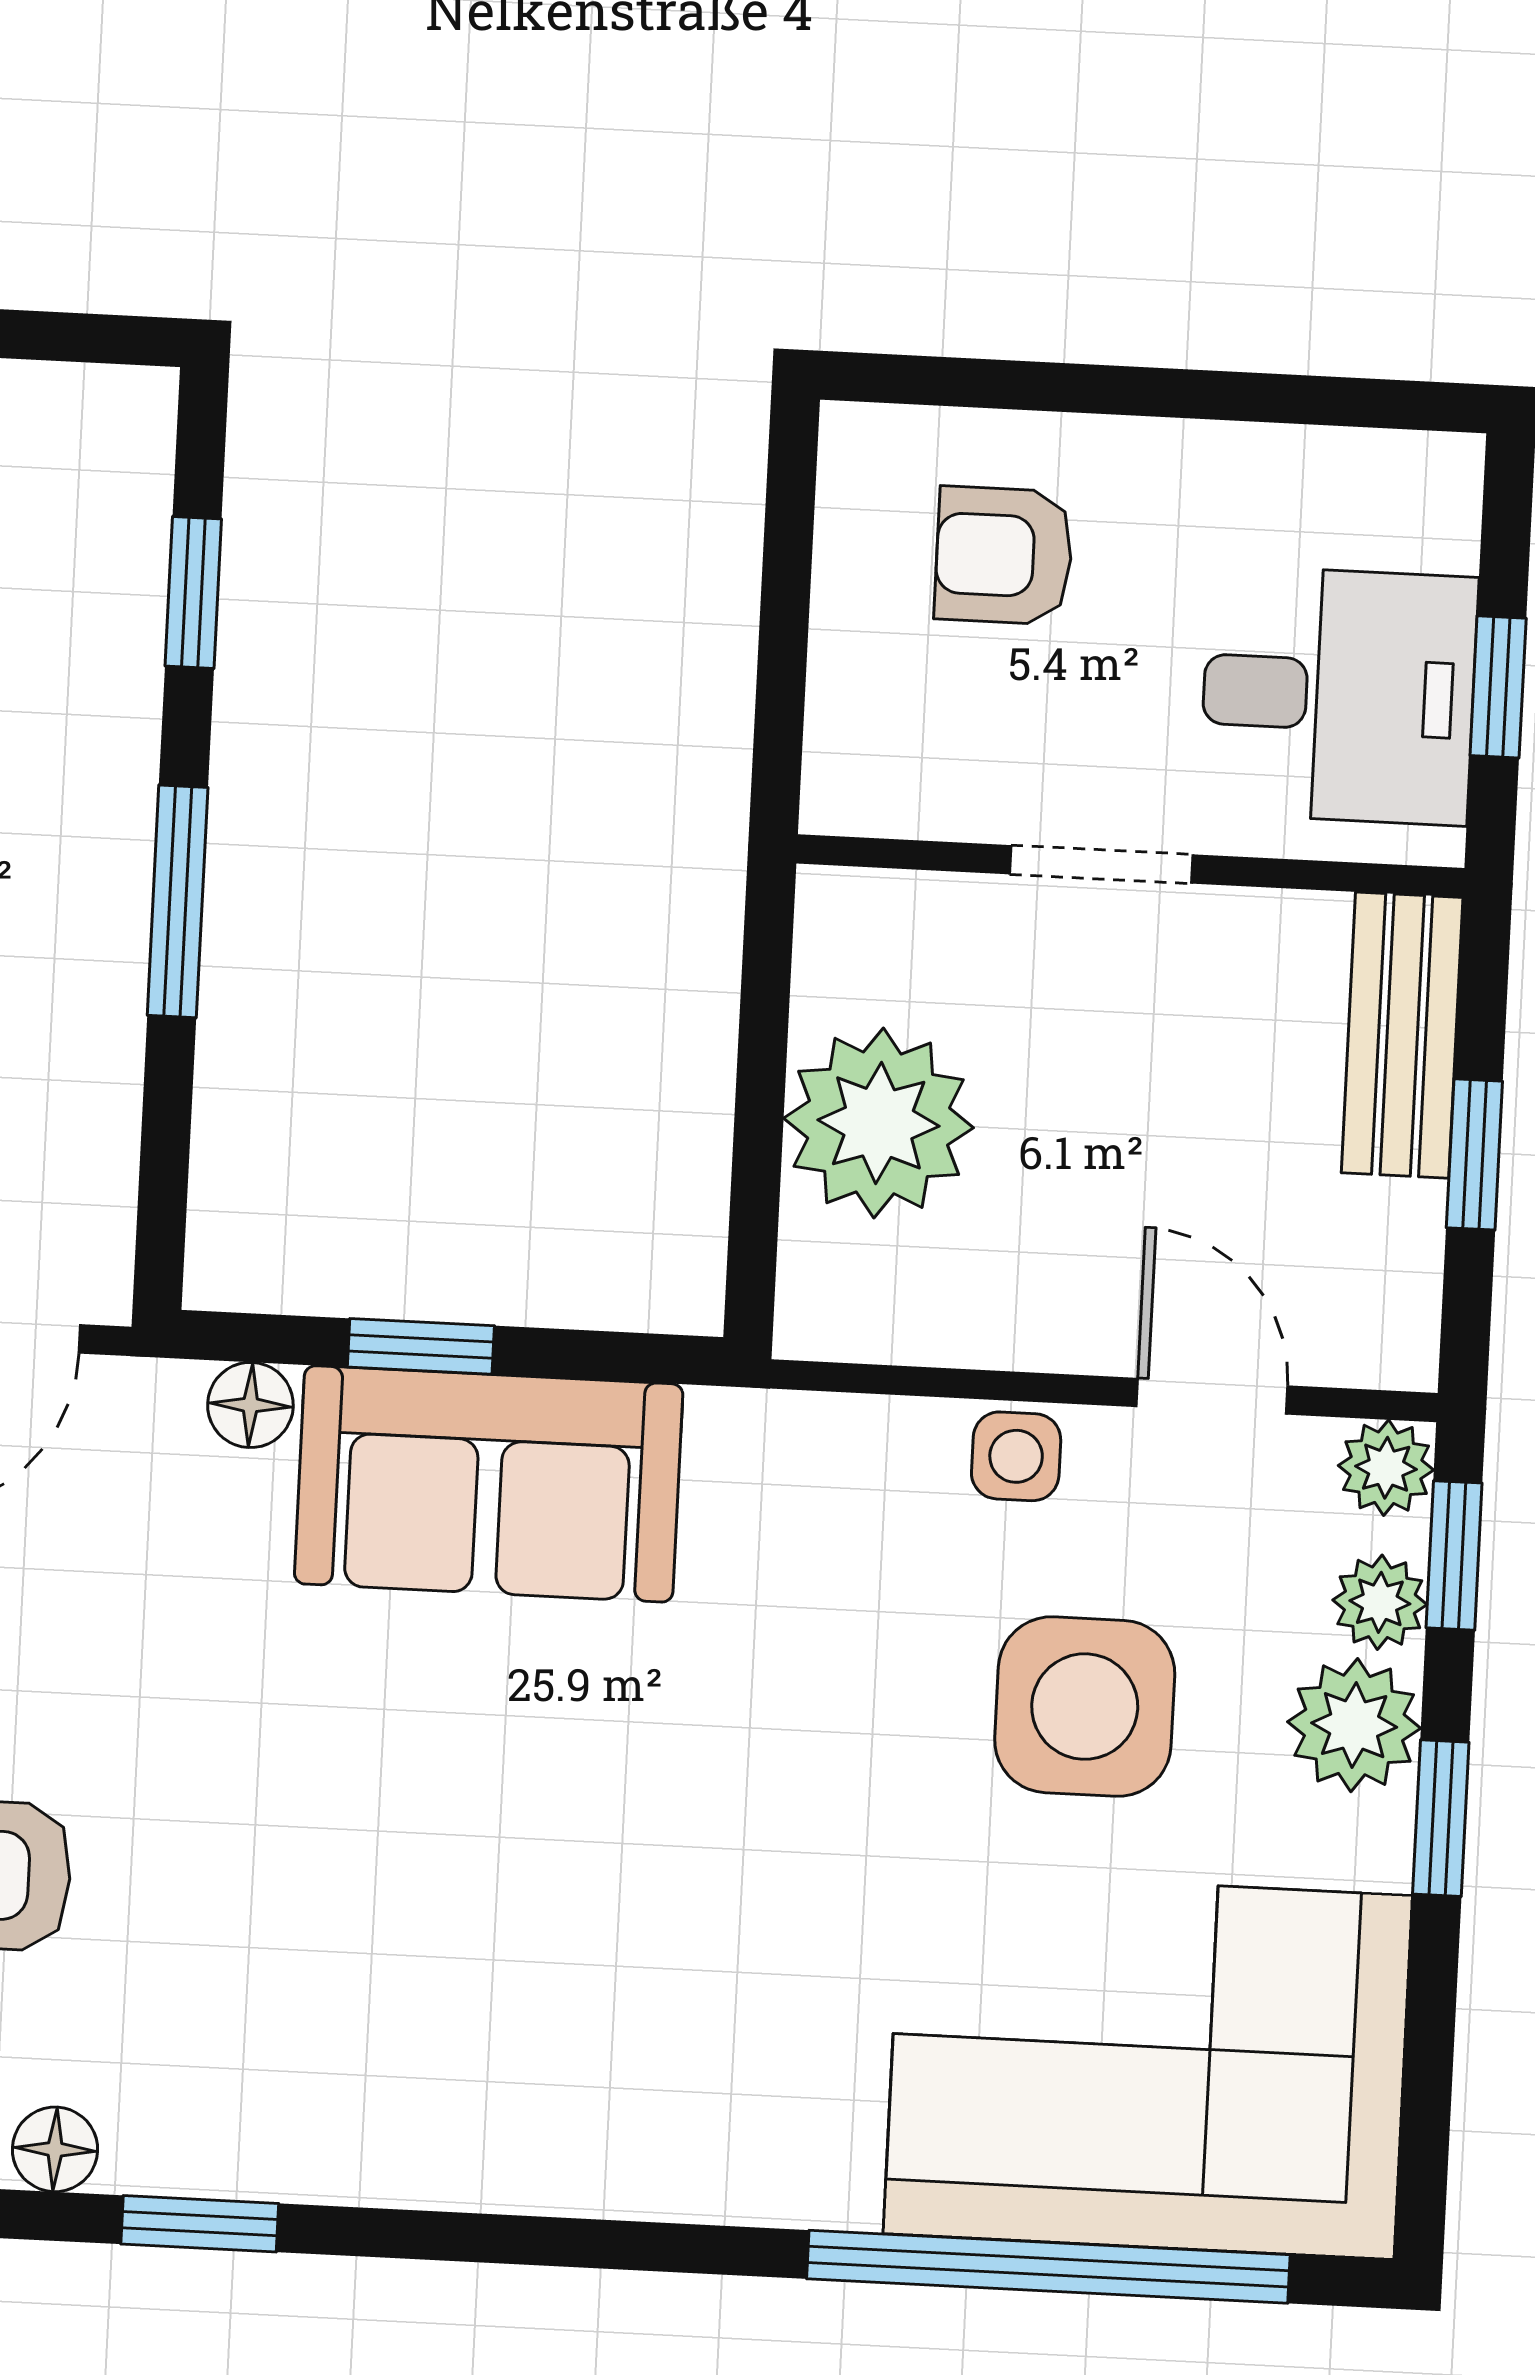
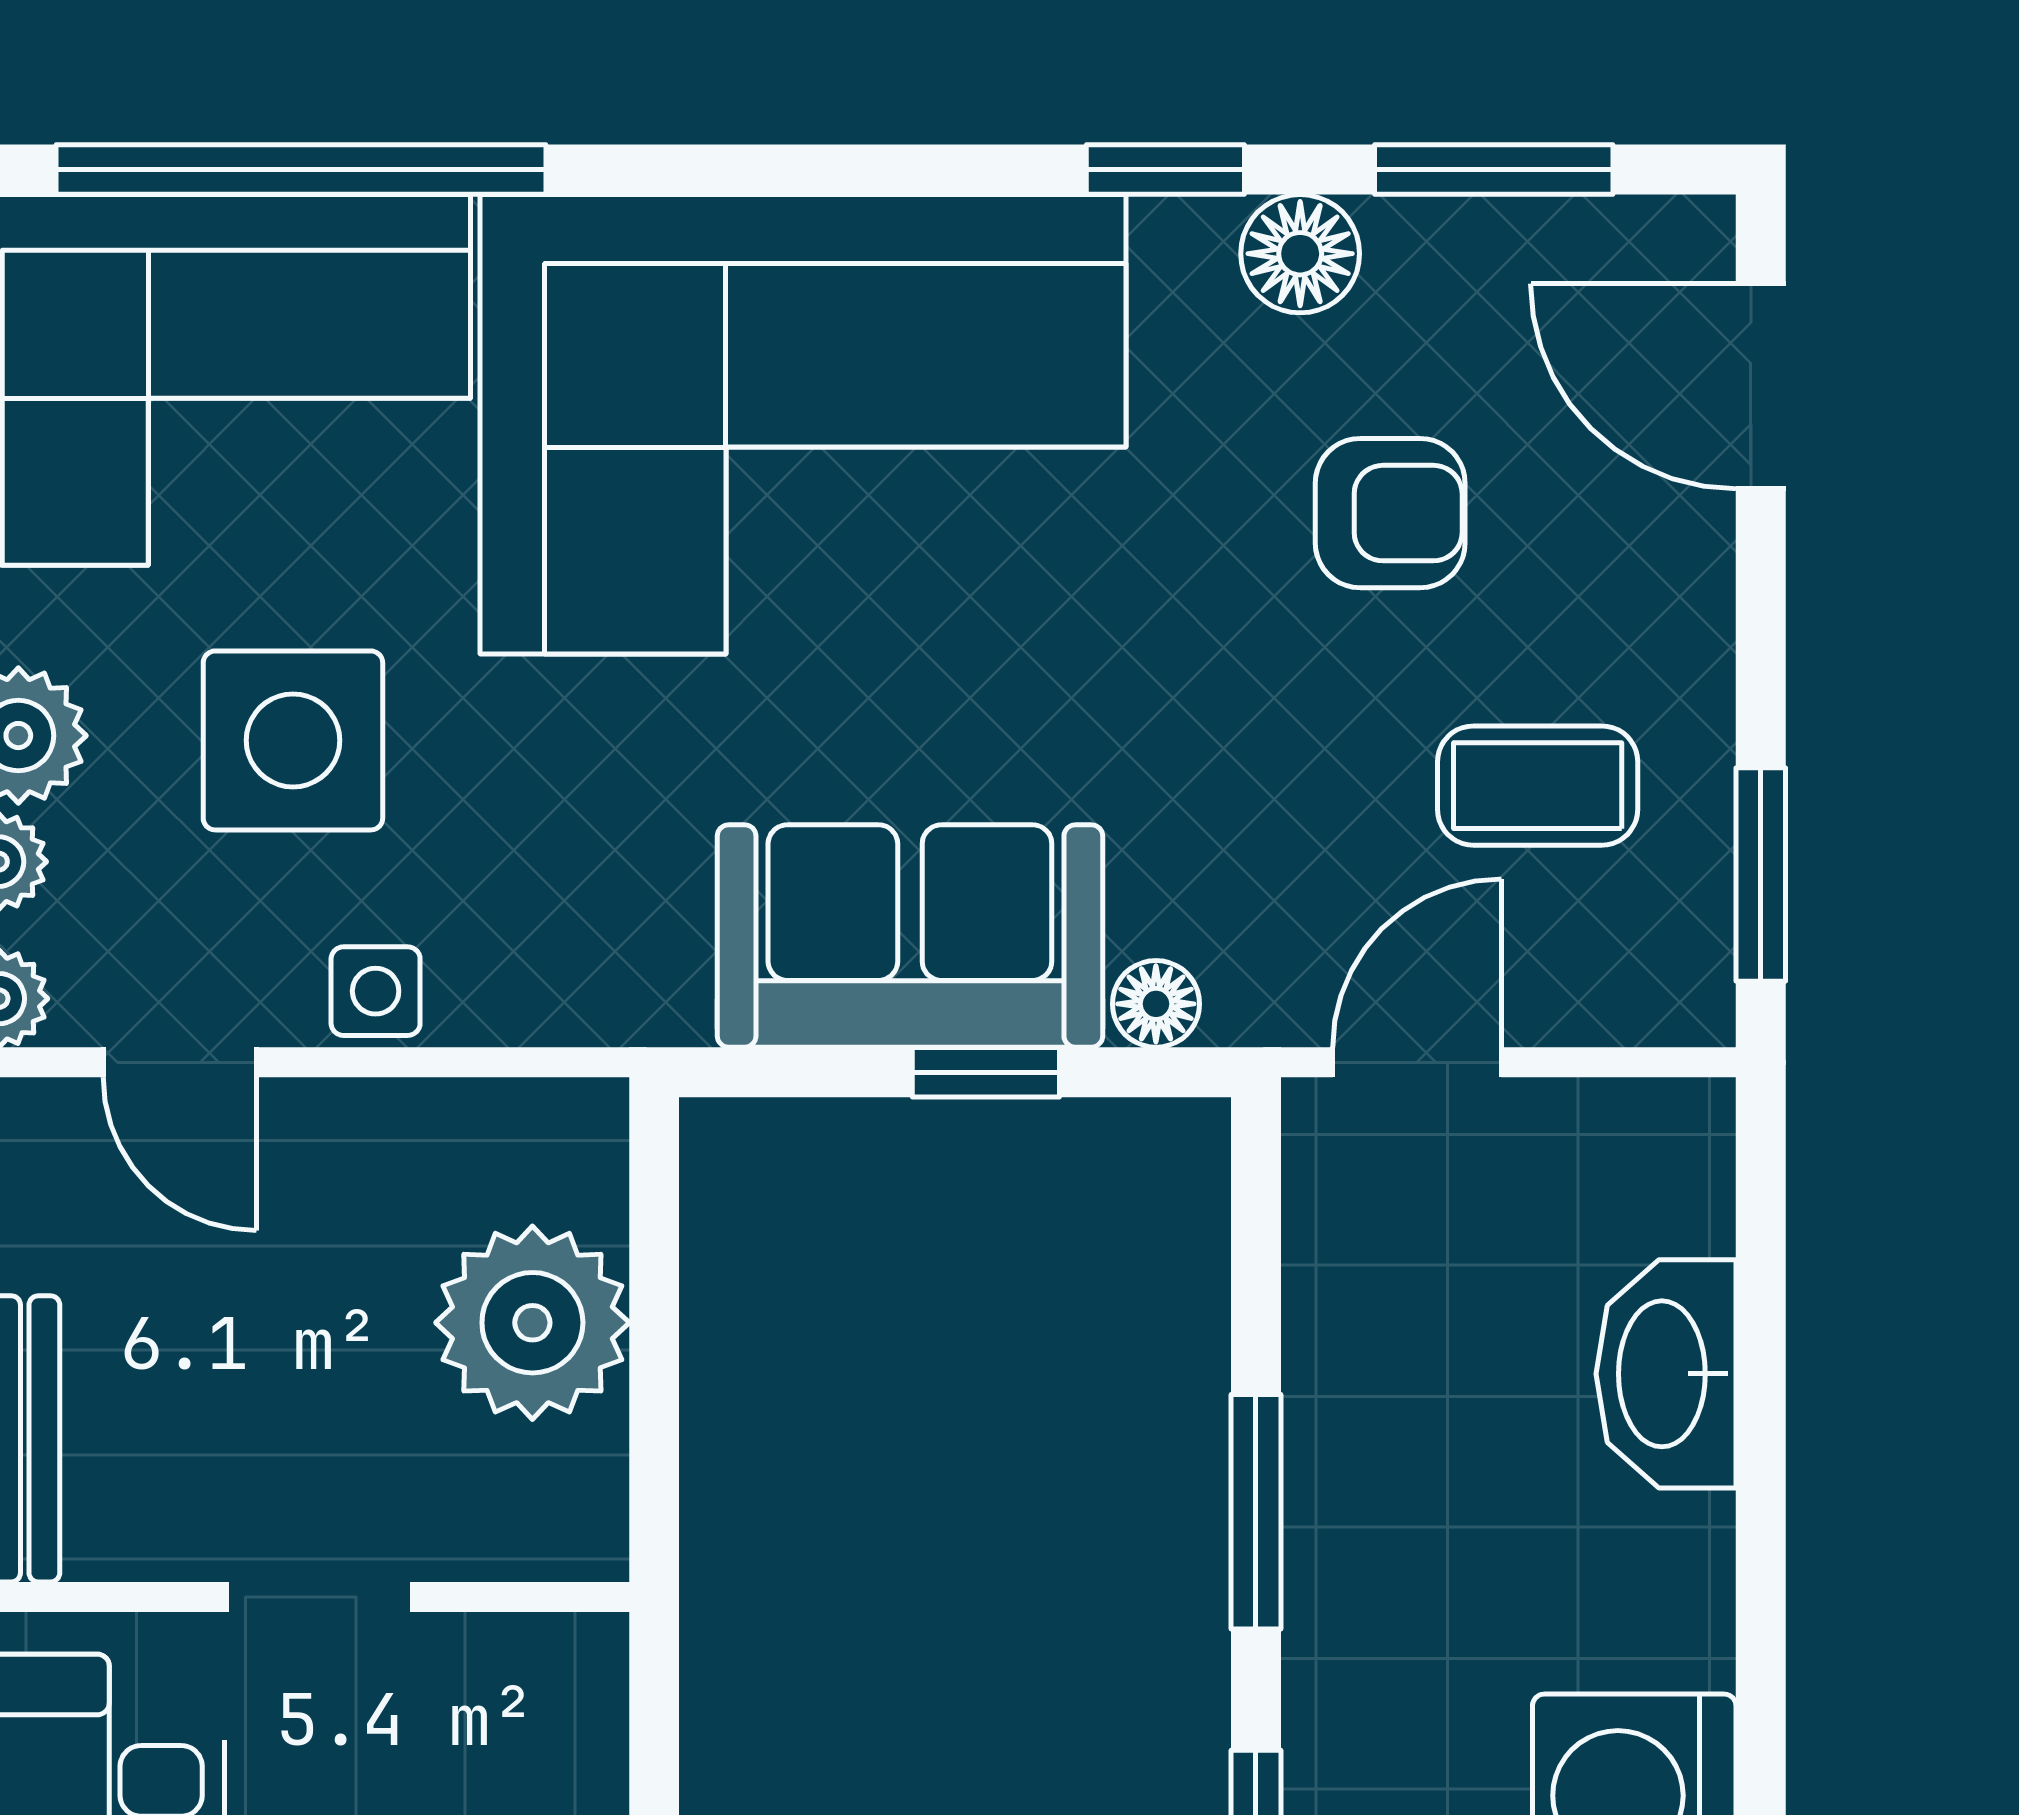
corner sofa: (568, 1992) -> (803, 424), added
floor lamp: (55, 2149) -> (1300, 254), width x1.37, depth x1.37

